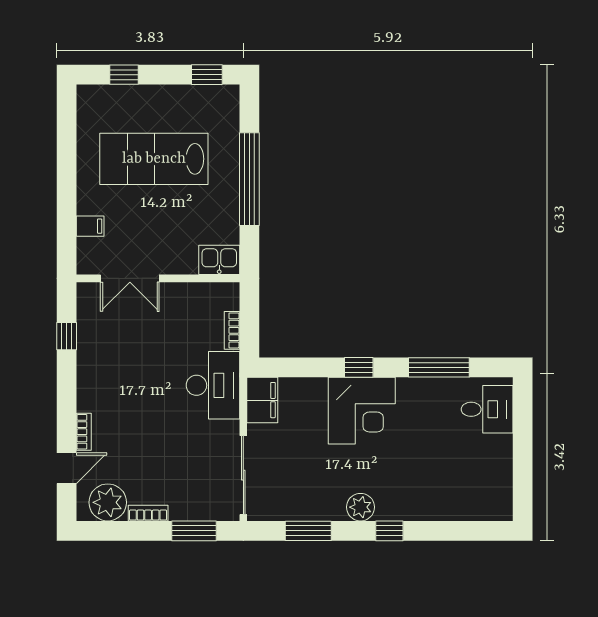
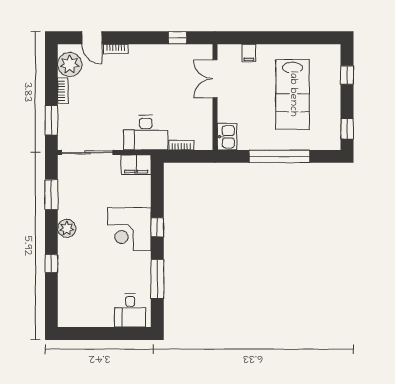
lab bench: (154, 159) -> (293, 94), turned 180
window: (389, 531) -> (51, 264), moved

